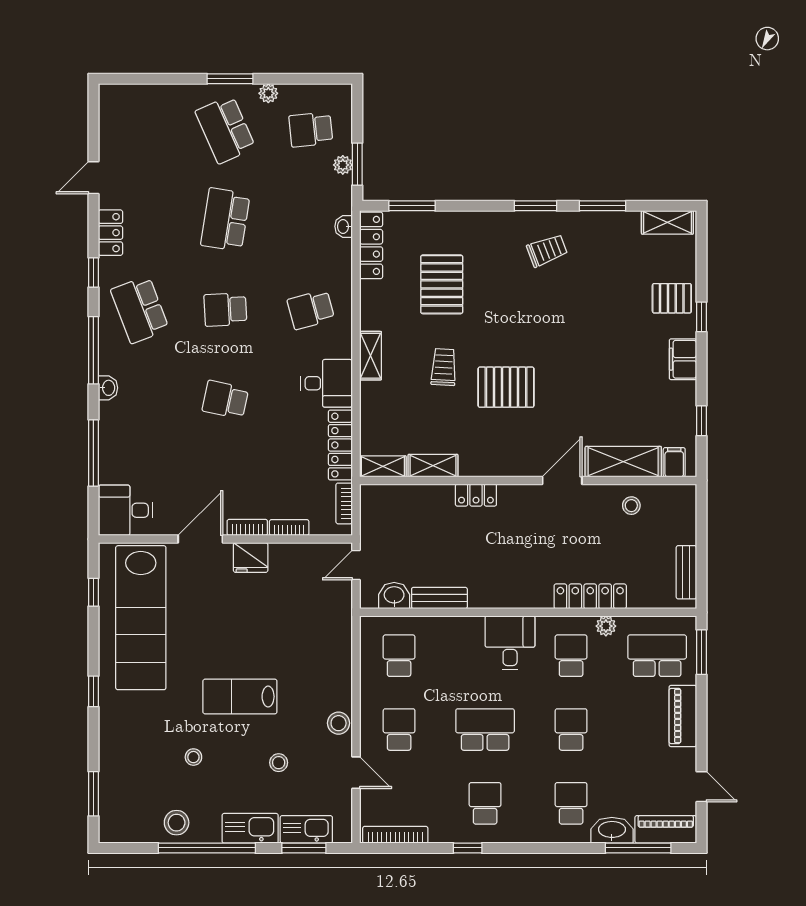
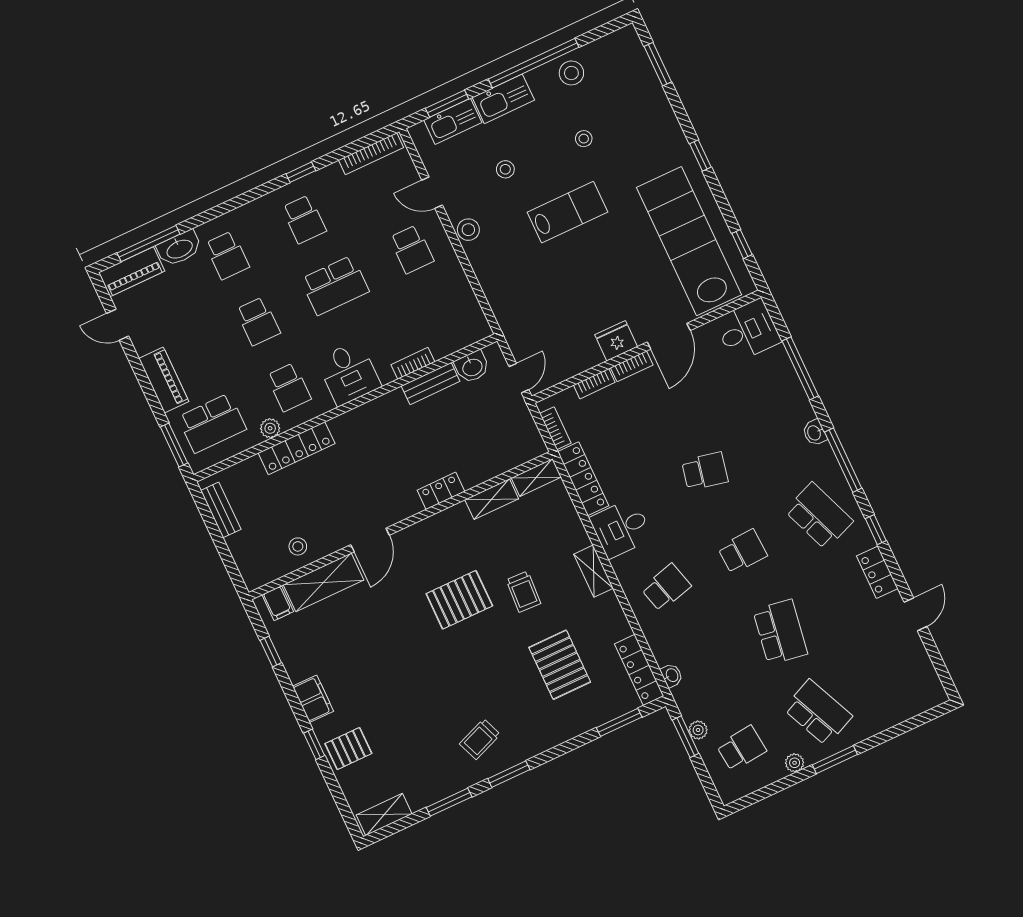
bookcase: (447, 624) -> (413, 363), added
school desk: (399, 656) -> (442, 315), removed

